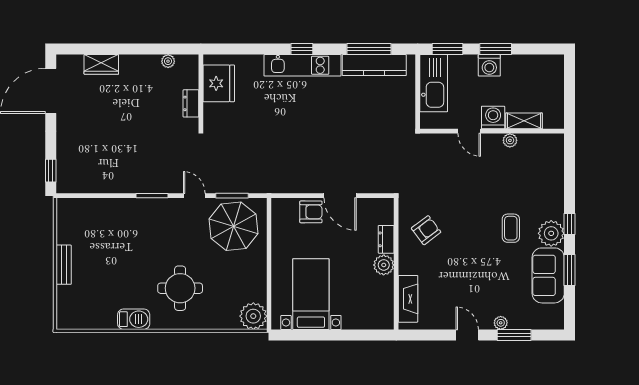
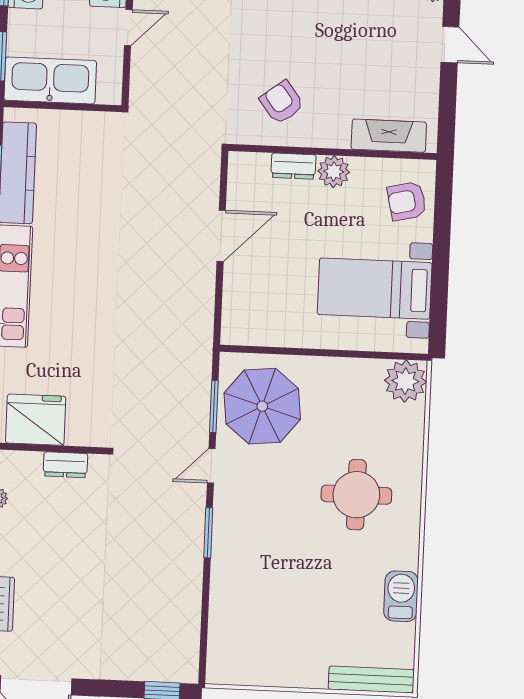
armchair: (311, 212) -> (407, 201), moved, turned -103
bench: (64, 265) -> (371, 679), moved, width x1.36
barbecue: (134, 319) -> (401, 596), moved
door: (467, 335) -> (450, 45), swing flipped

